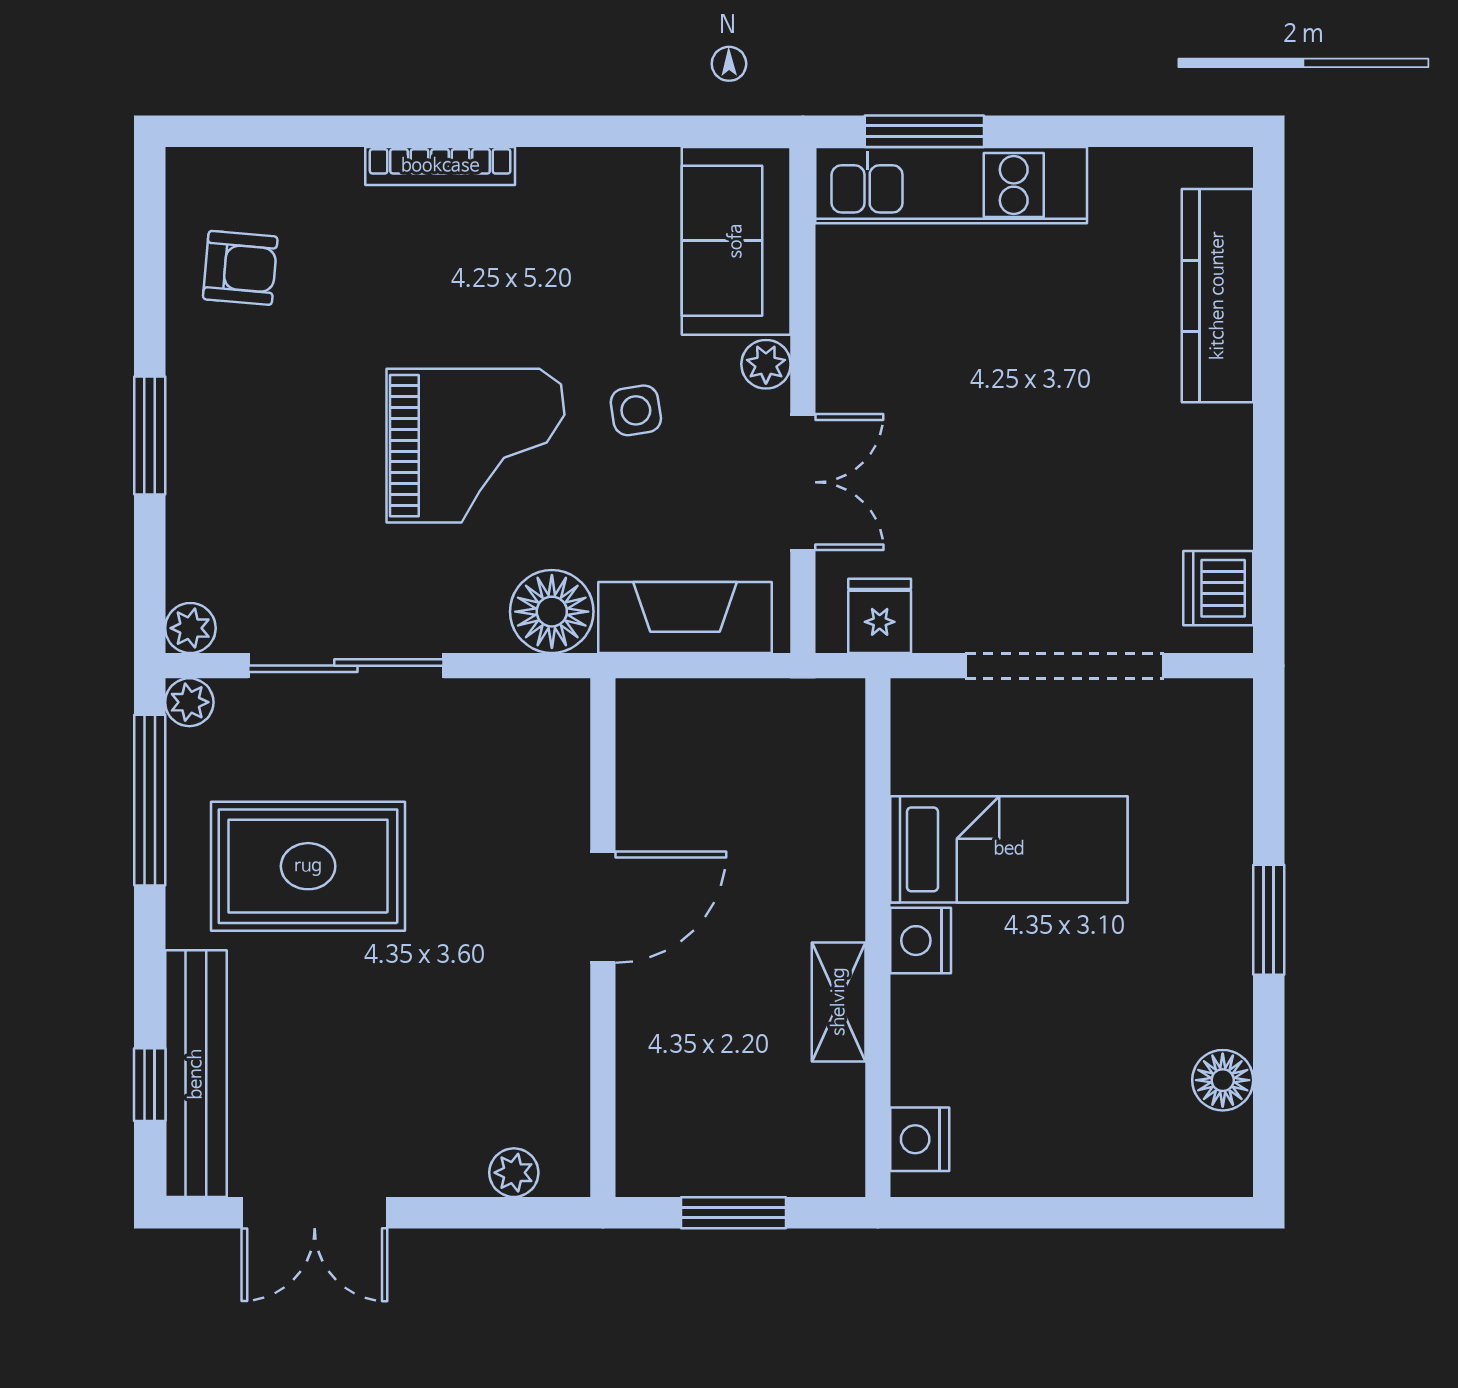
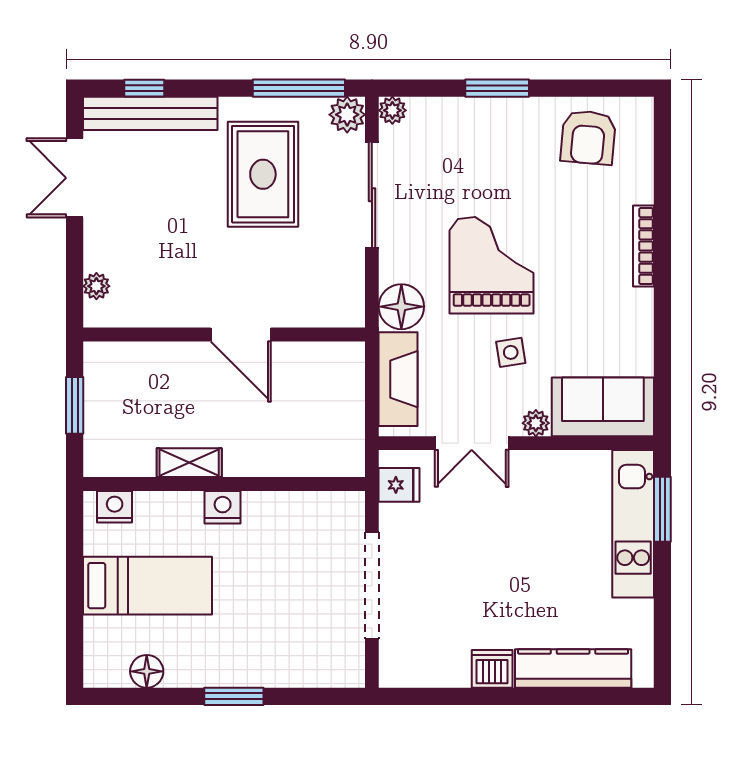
armchair: (240, 268) -> (588, 137), width x1.38, depth x1.38
grand piano: (475, 446) -> (492, 265), turned 180
dishwasher: (1218, 588) -> (492, 669), moved
plant: (189, 702) -> (347, 115), width x1.38, depth x1.38
bed: (1009, 849) -> (148, 586), moved, turned -90

